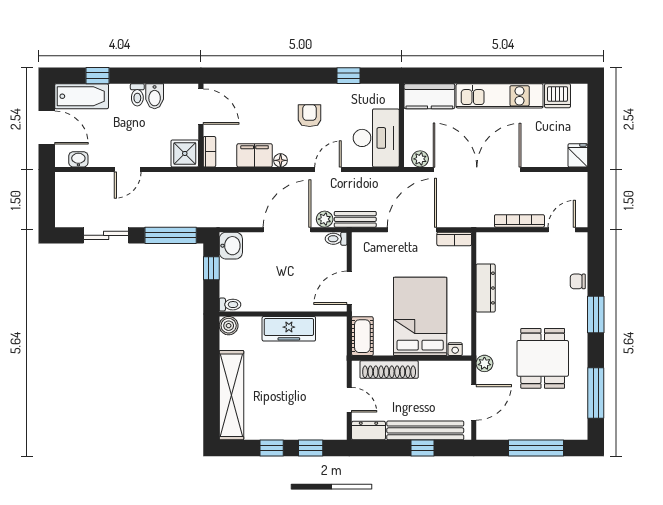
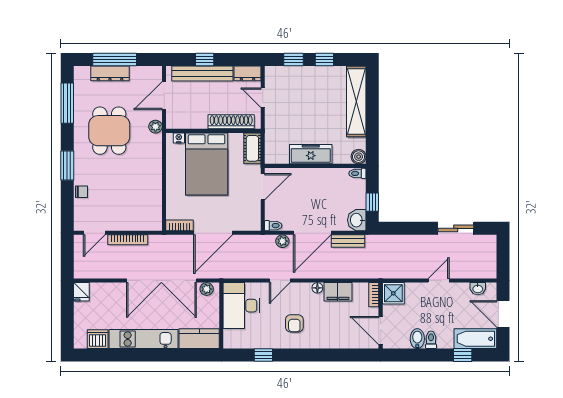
bench: (355, 219) -> (348, 241), moved
window: (171, 235) -> (405, 228), removed
dresser: (486, 288) -> (110, 73), moved, turned -90

